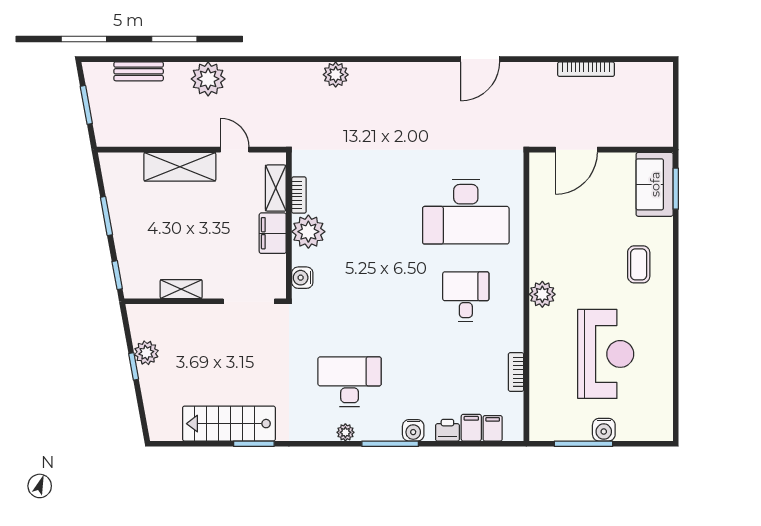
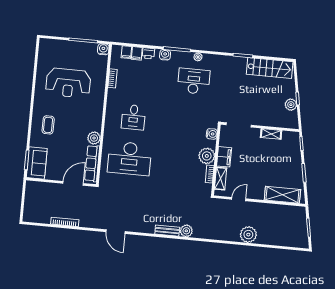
door: (480, 59) -> (116, 232), swing flipped
bench: (139, 71) -> (167, 231), moved
door: (235, 150) -> (239, 199), swing flipped
shelving: (180, 167) -> (282, 195), moved
row of seats: (541, 194) -> (92, 163), added
desk: (466, 212) -> (129, 158), turned 180
plant: (542, 294) -> (94, 138), moved
reception desk: (606, 354) -> (68, 83), turned -90
desk: (350, 382) -> (194, 81), turned 180
stairs: (229, 424) -> (270, 68), moved
water cooler: (604, 430) -> (103, 49), moved

